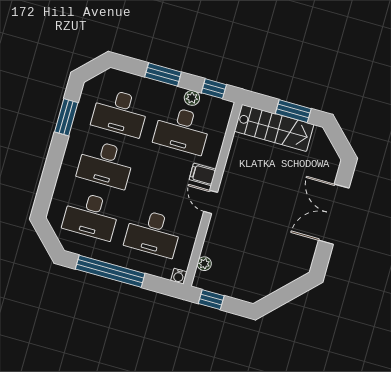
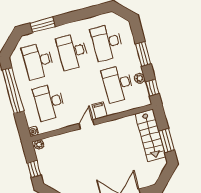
window: (66, 117) -> (43, 25), moved
plant: (204, 264) -> (39, 144), moved
window: (211, 300) -> (34, 169), moved

